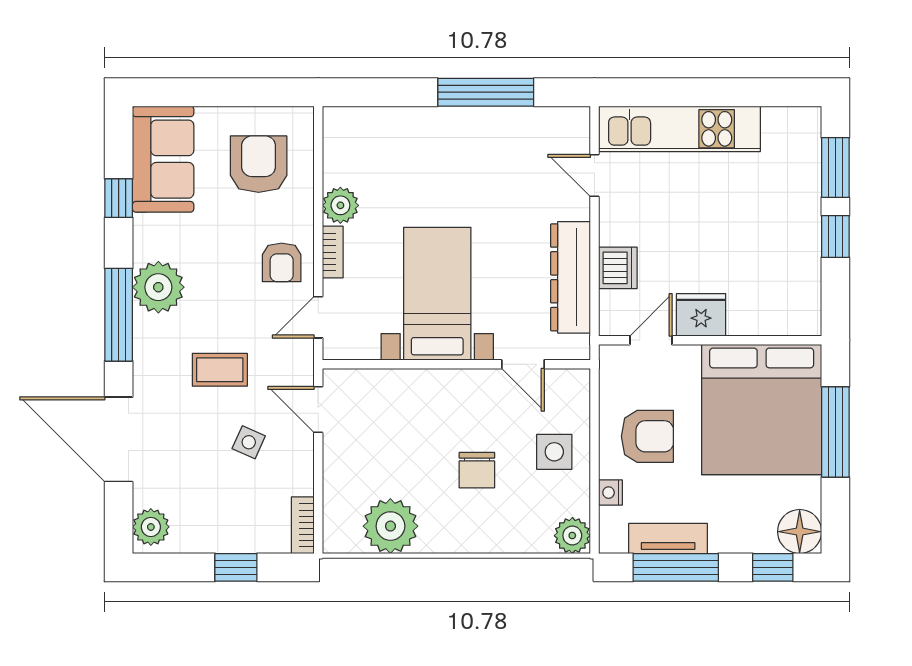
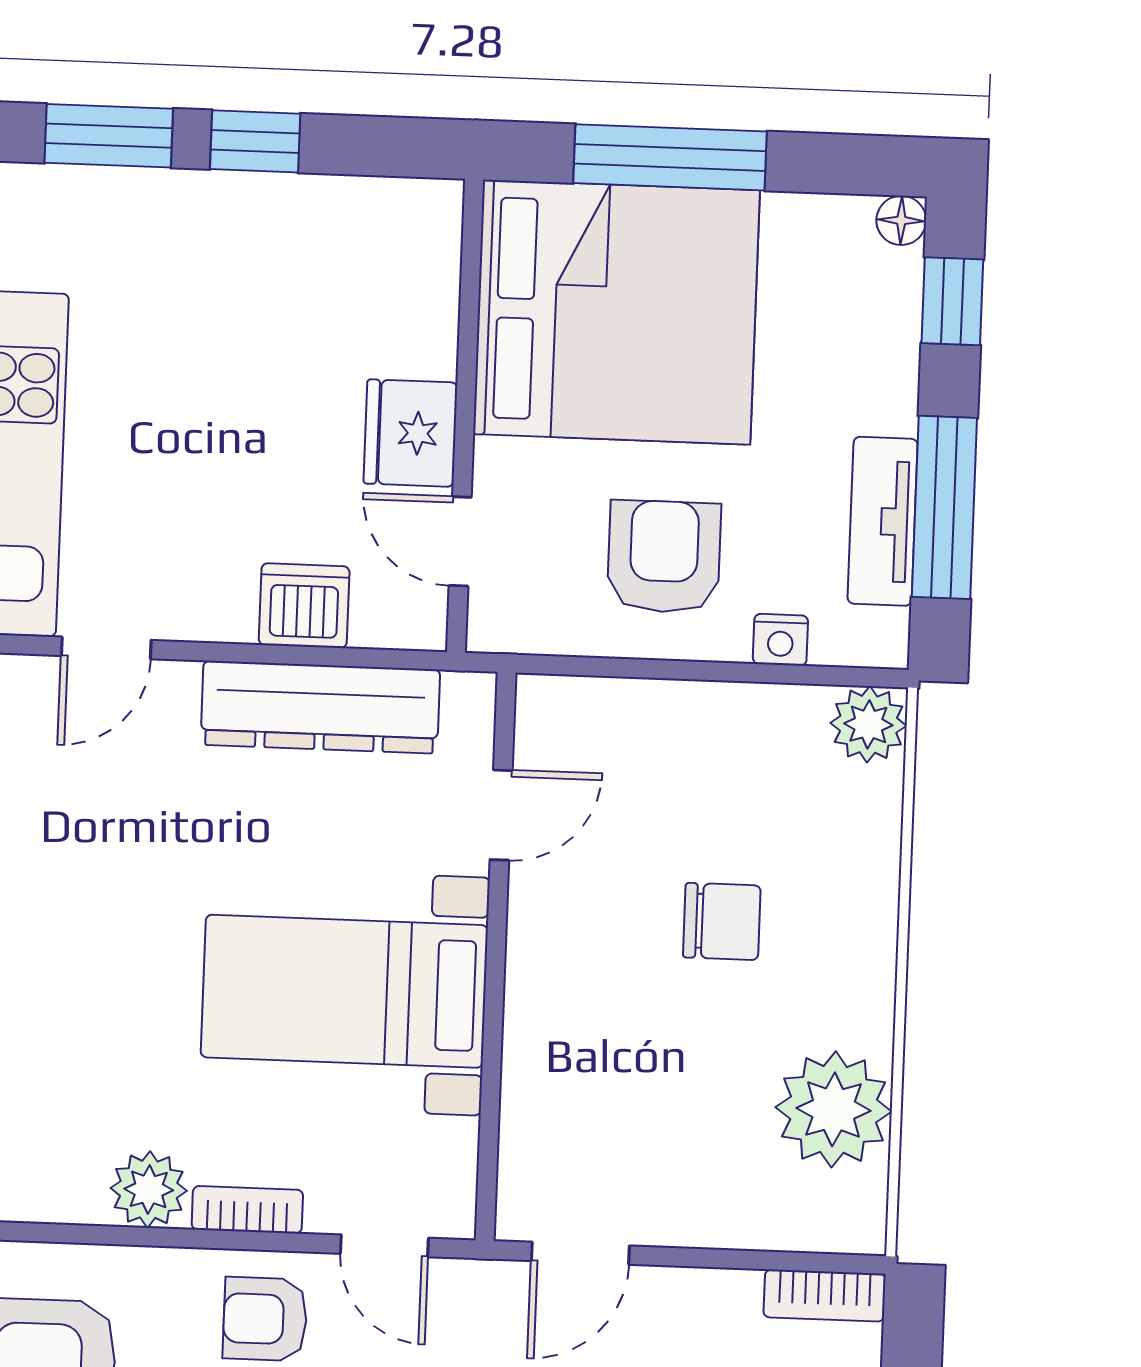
armchair: (282, 262) -> (265, 1319), turned 180
side table: (554, 452) -> (689, 756), removed
floor lamp: (800, 532) -> (901, 220), width x0.53, depth x0.53

